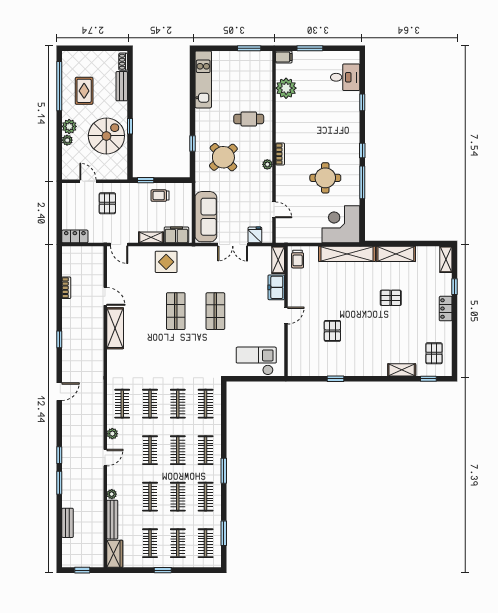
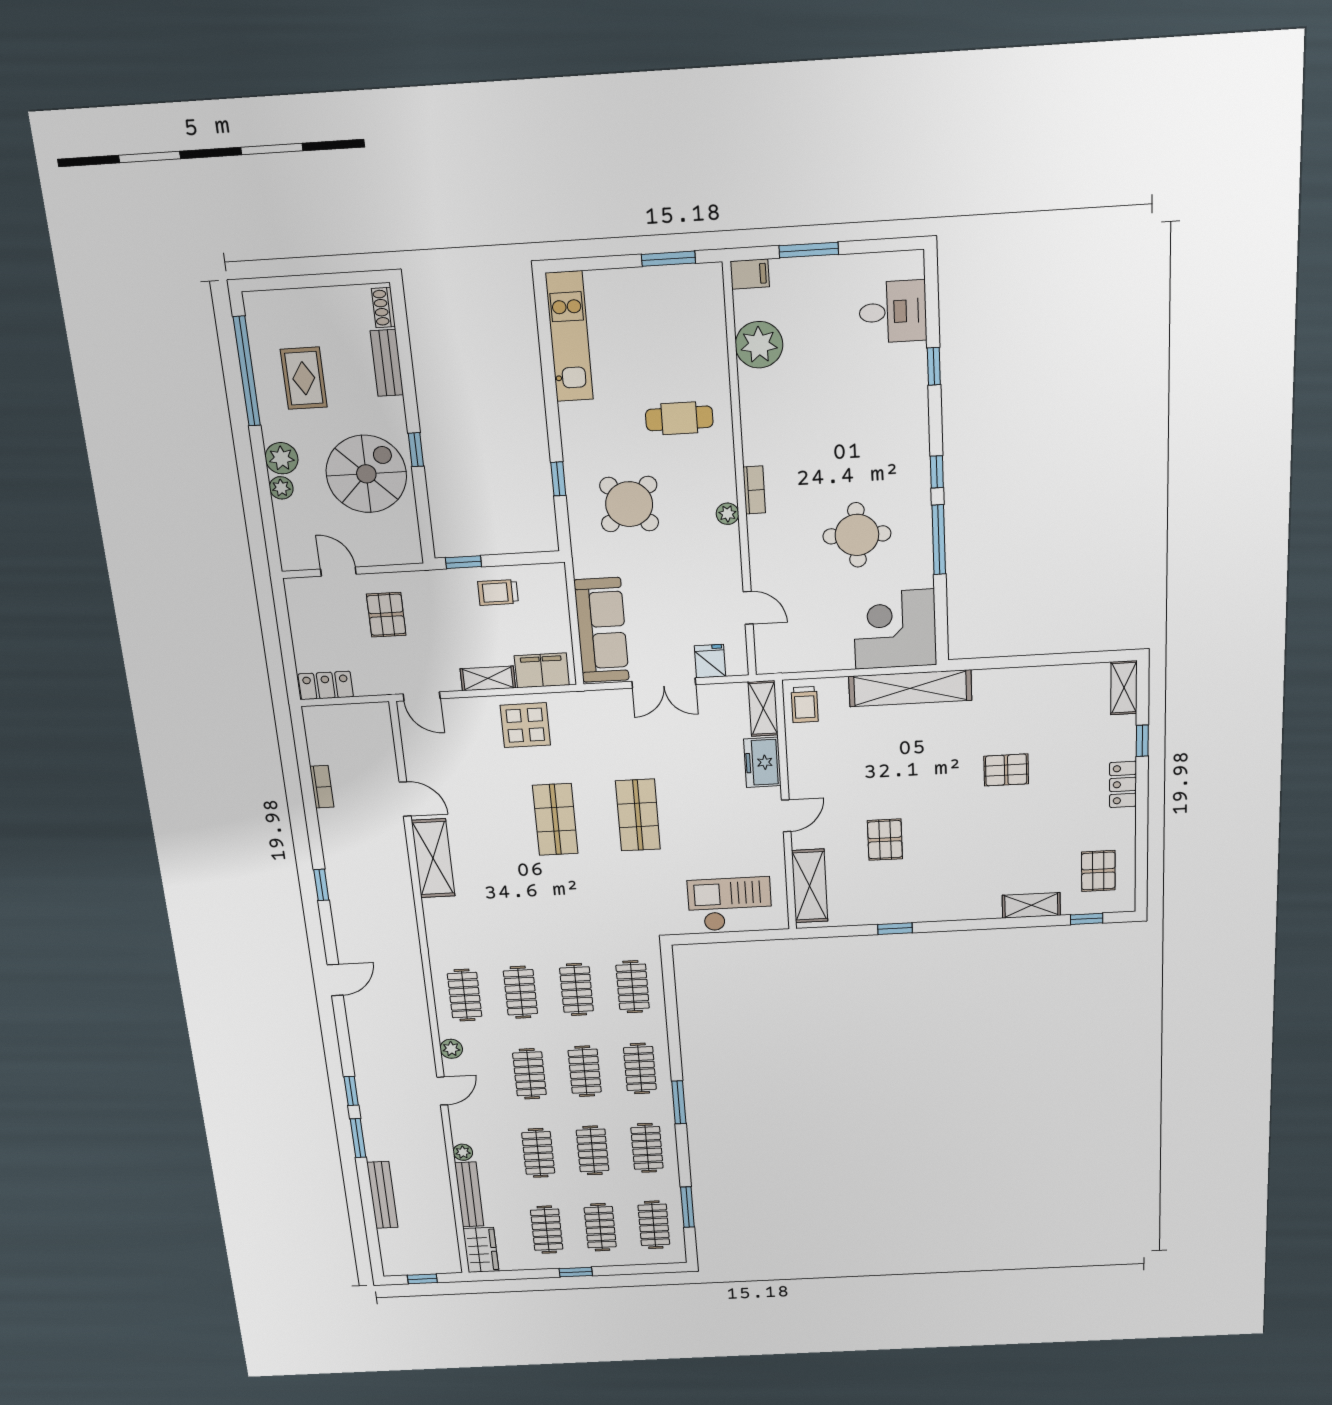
shelving: (396, 254) -> (810, 886), moved, turned 90
bench: (68, 523) -> (382, 1195), width x1.36

